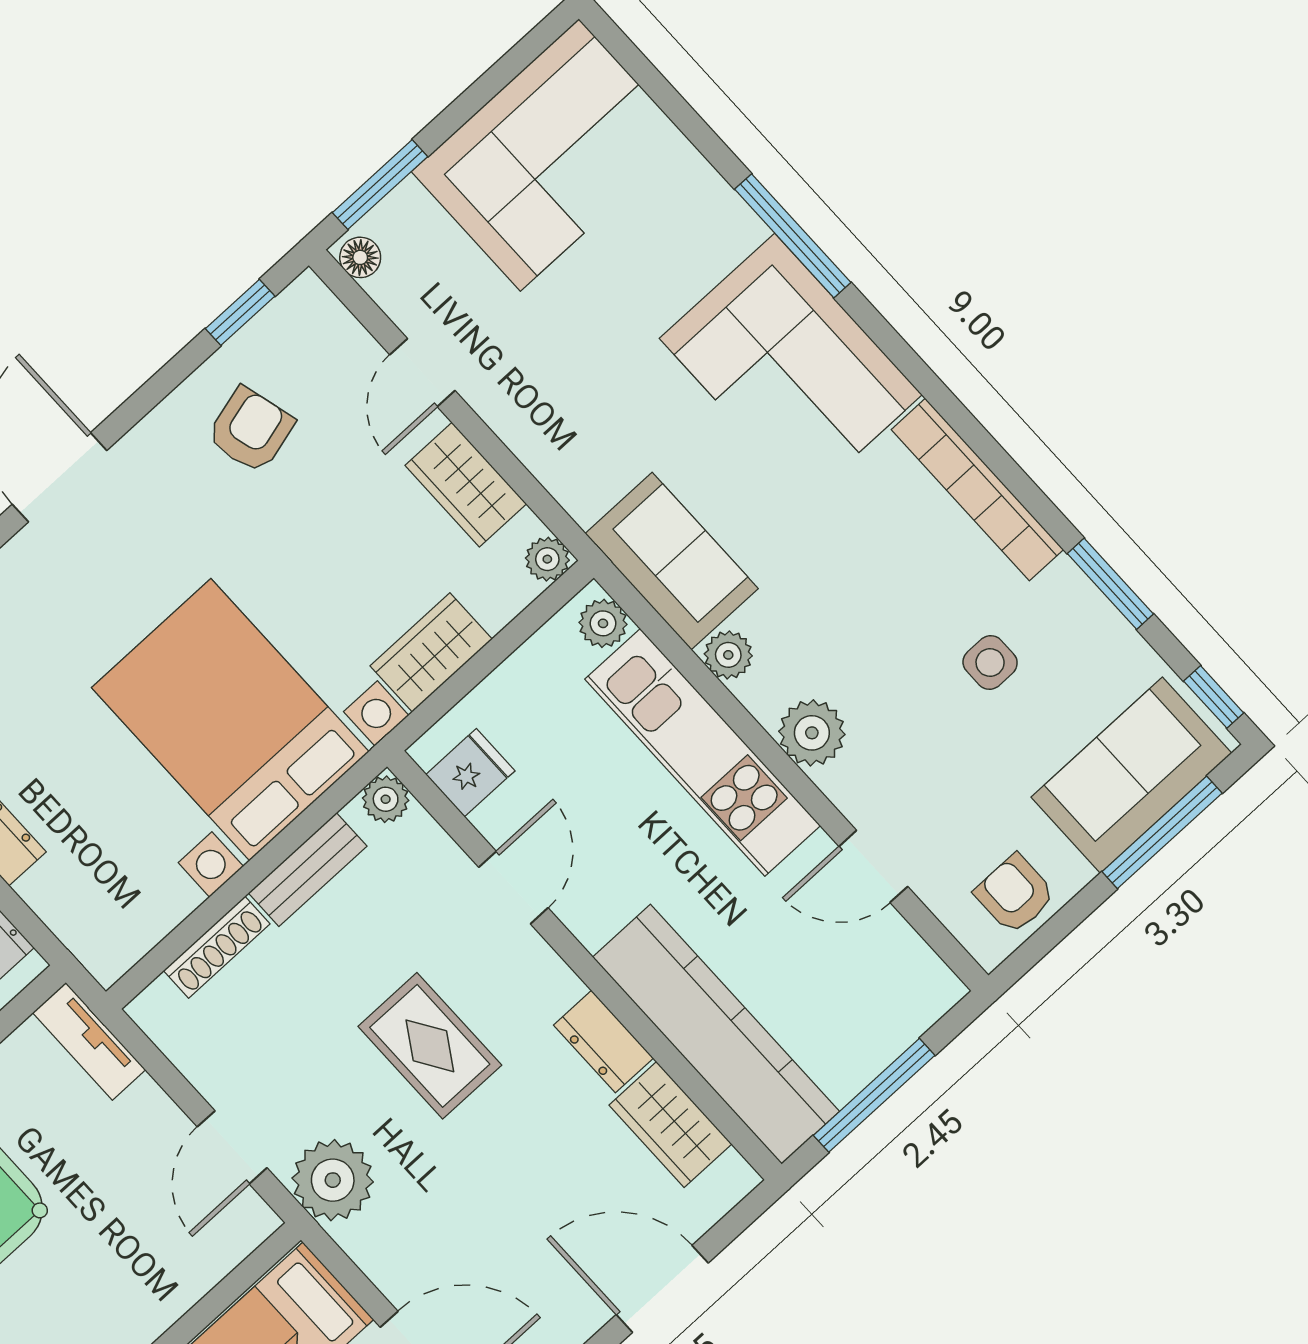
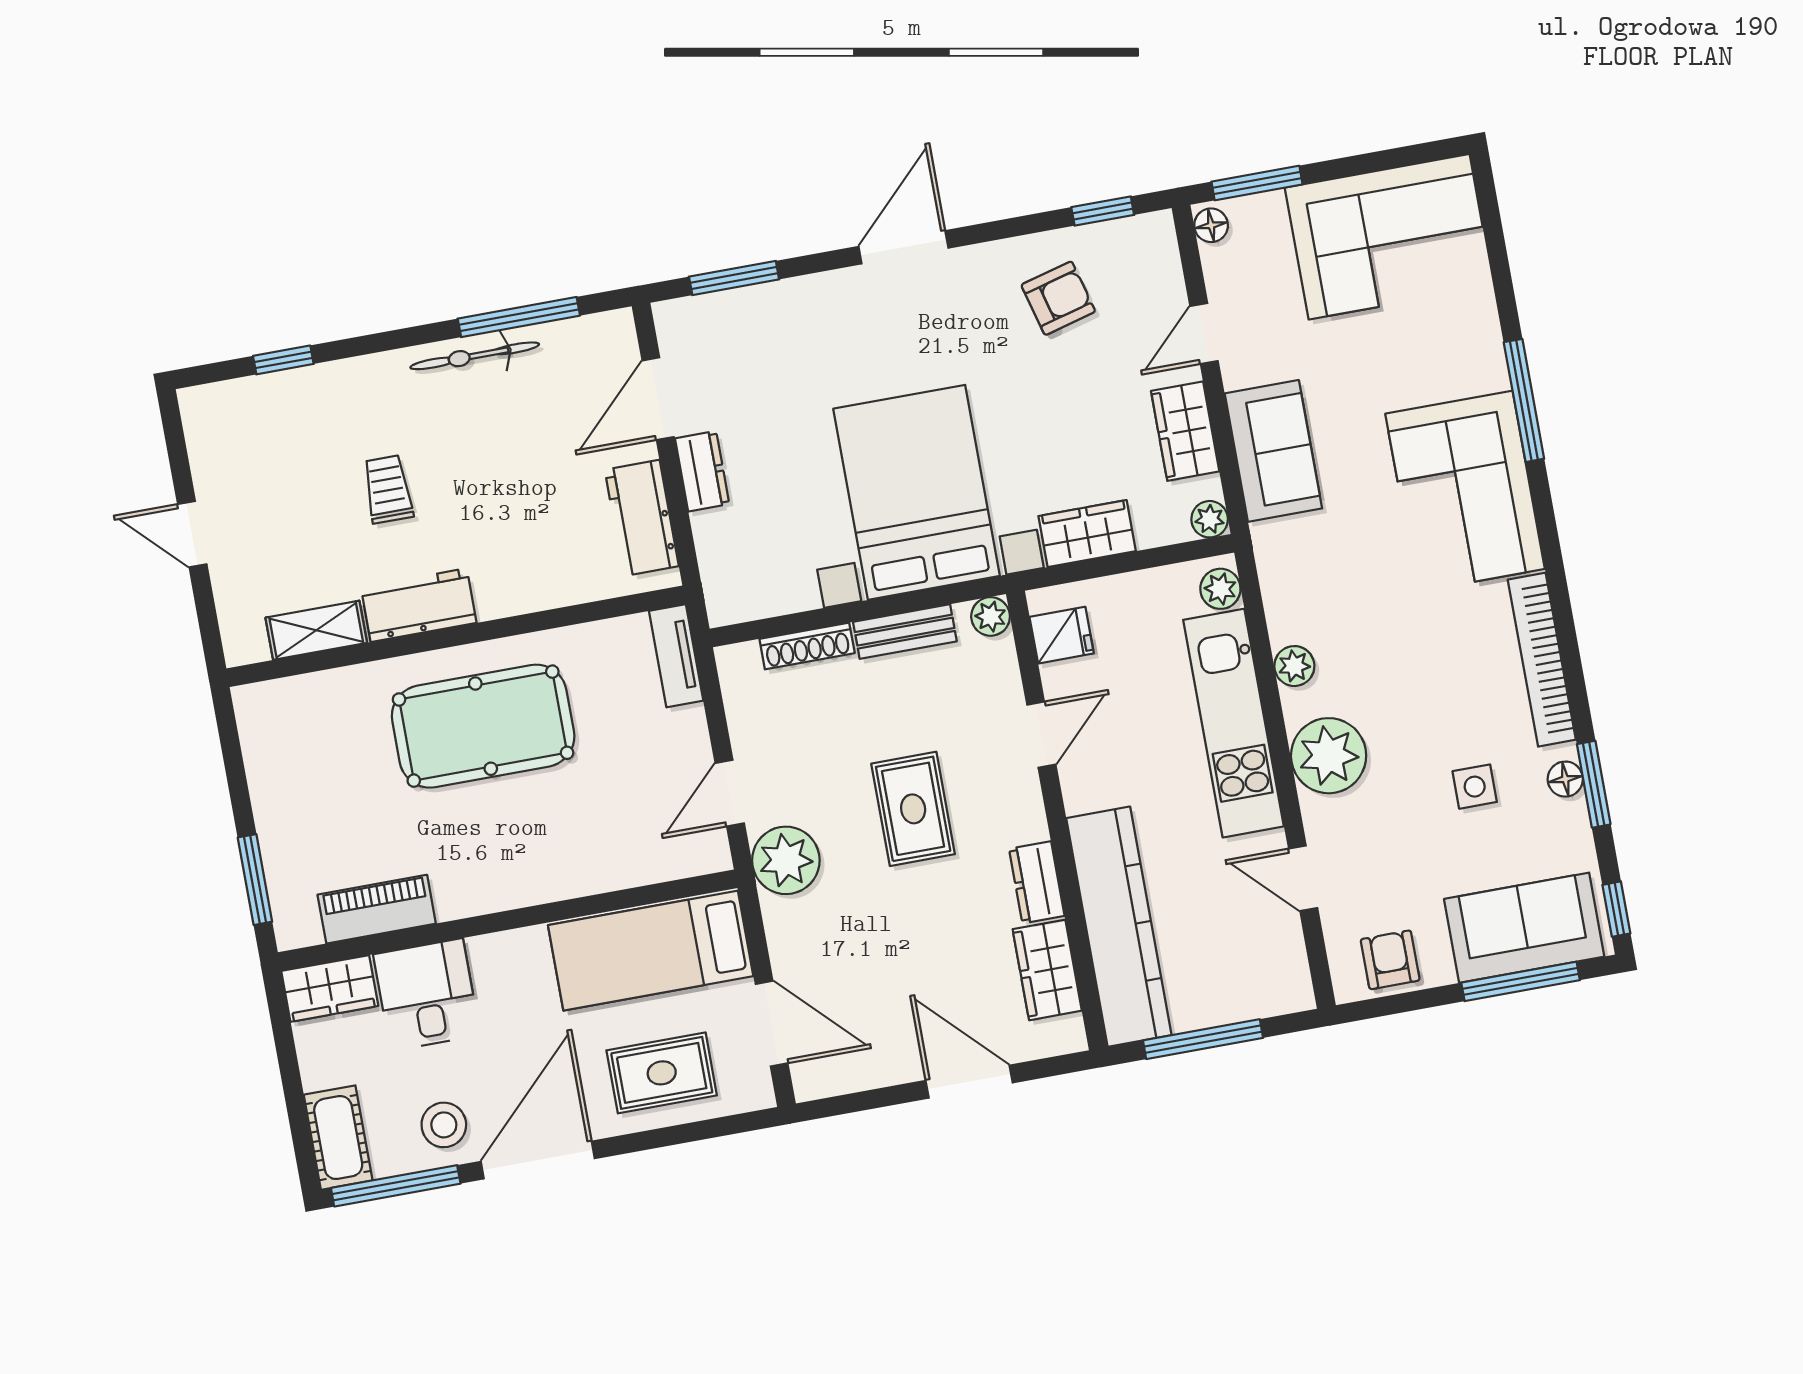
sofa: (672, 561) -> (1273, 451), moved
floor lamp: (1078, 597) -> (1565, 779), added
plant: (812, 733) -> (1329, 756), width x1.36, depth x1.36

